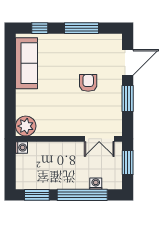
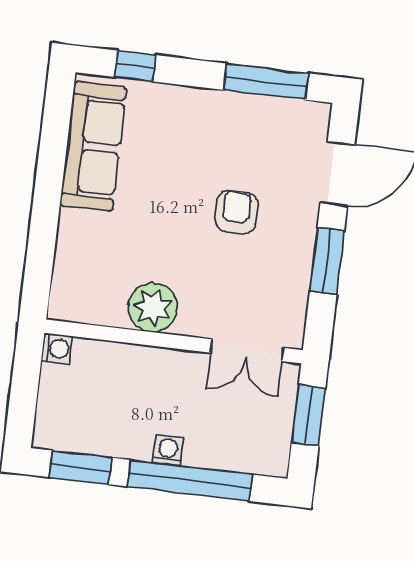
window: (82, 28) -> (266, 82), moved
plant: (26, 126) -> (153, 308), moved
washing machine: (96, 184) -> (168, 450), moved

